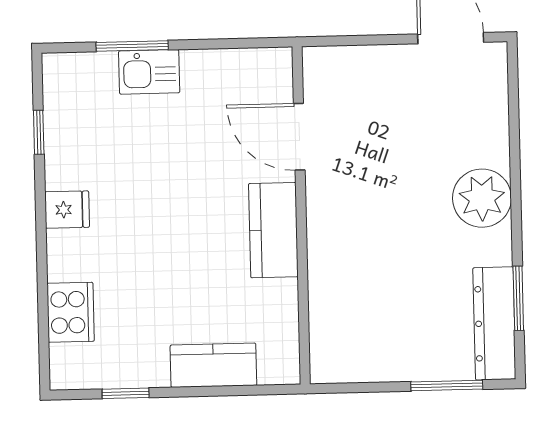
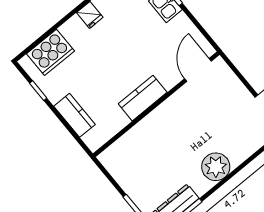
door: (299, 137) -> (198, 70), moved
cooker: (71, 312) -> (51, 52), width x1.37, depth x1.31

